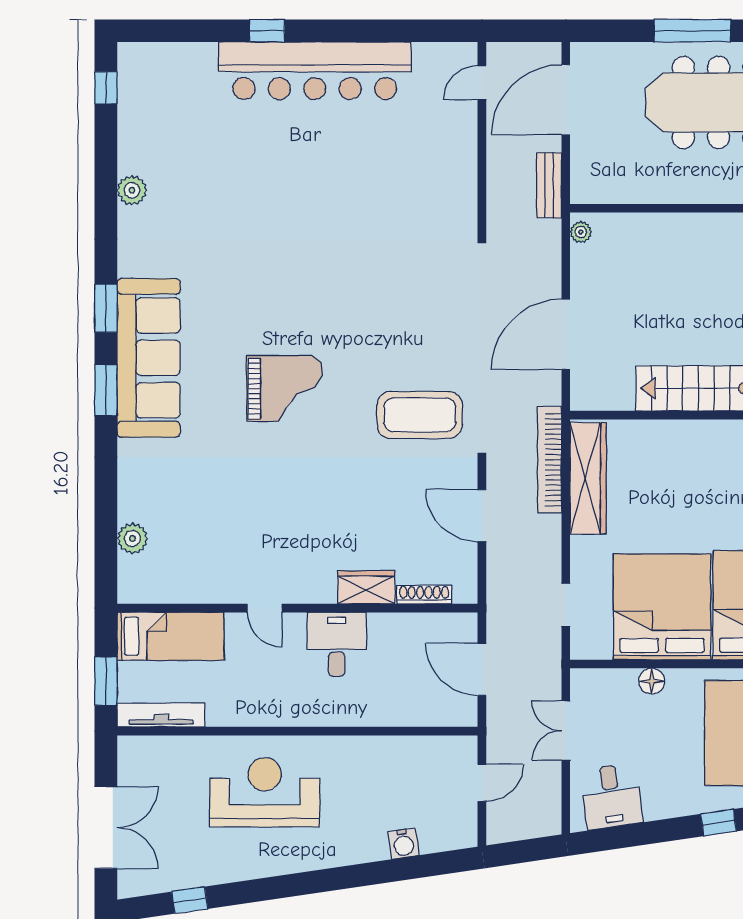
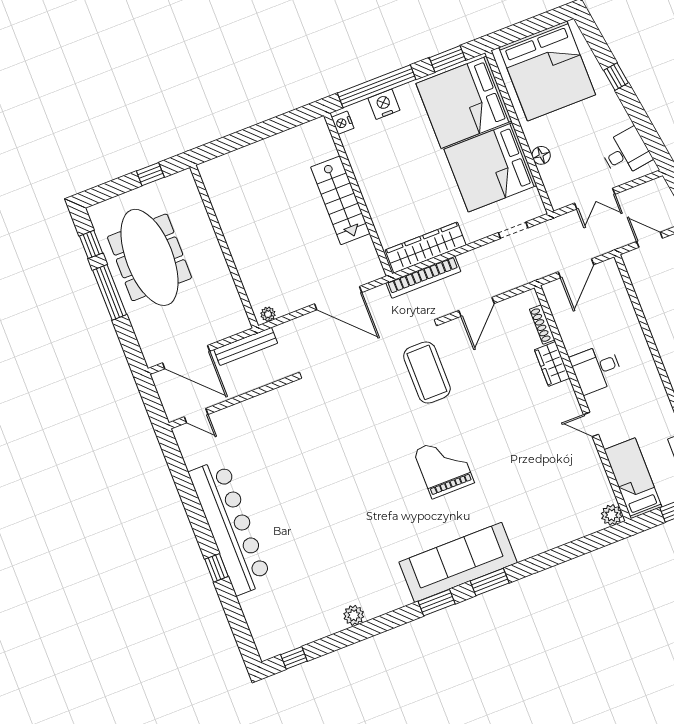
bench: (549, 185) -> (246, 346), width x1.36
plant: (132, 539) -> (612, 515), moved
door: (265, 608) -> (591, 424), swing flipped

